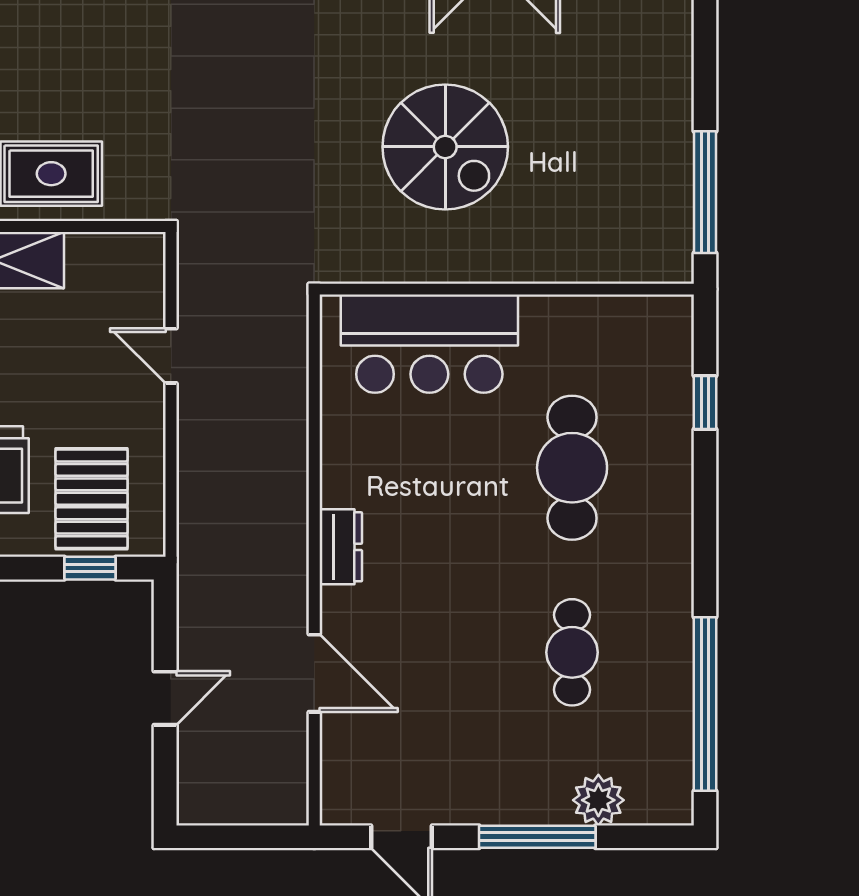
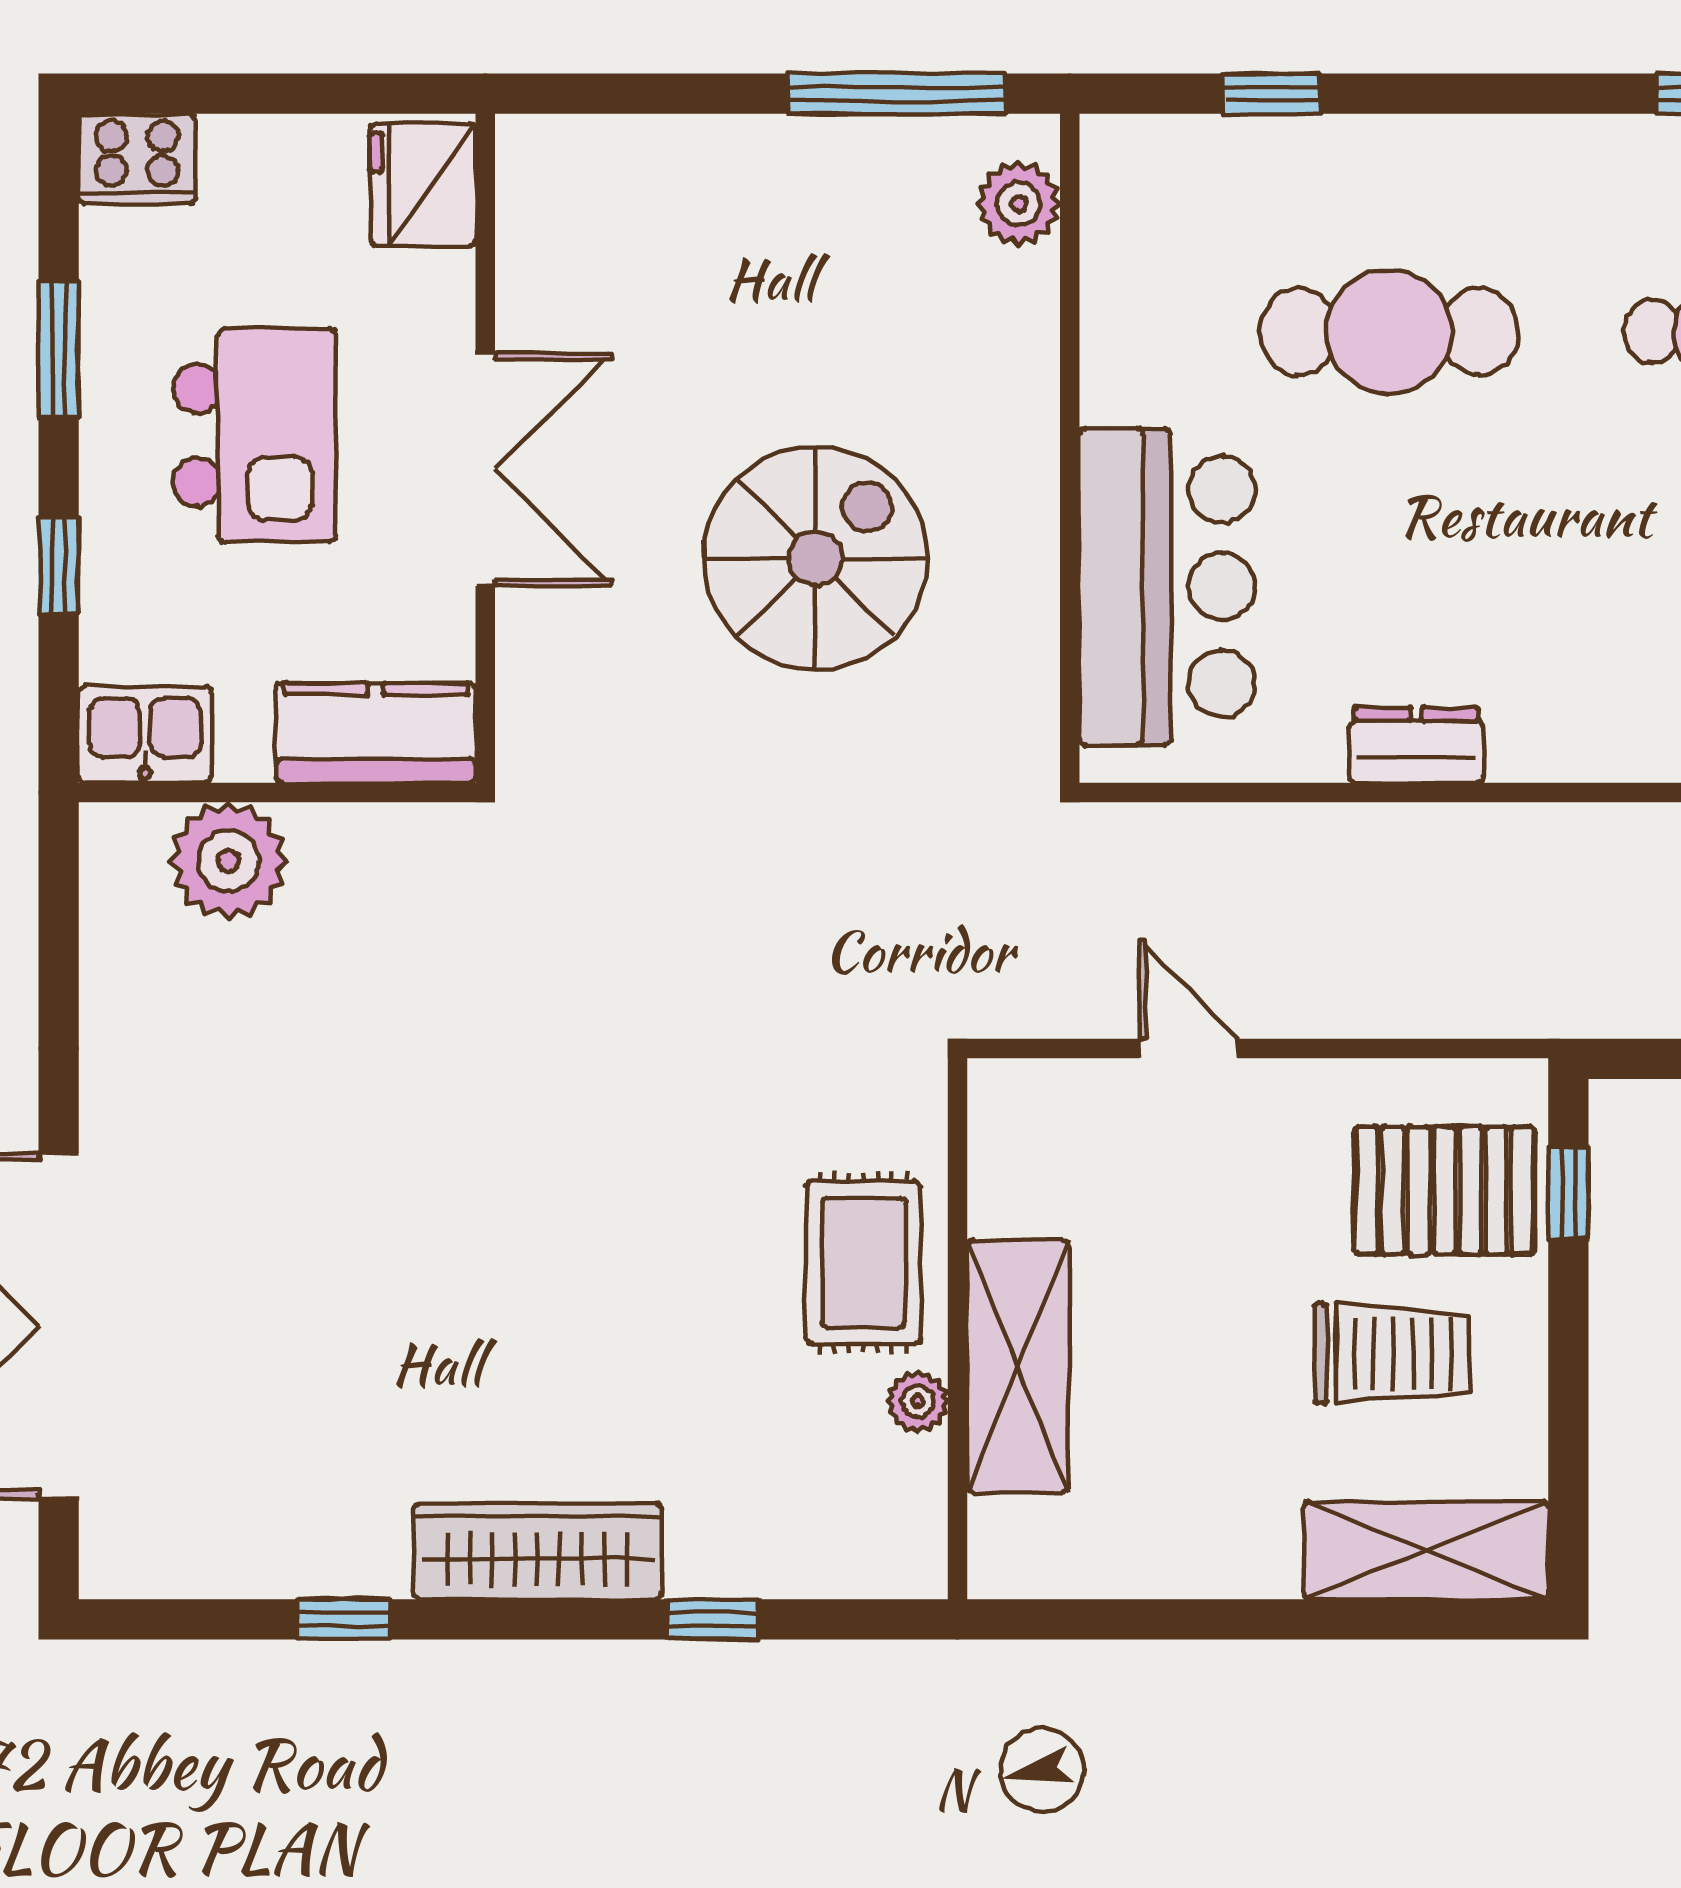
plant: (643, 261) -> (1019, 204), added
door: (171, 356) -> (1189, 1049), swing flipped
dresser: (341, 547) -> (1416, 745), moved

